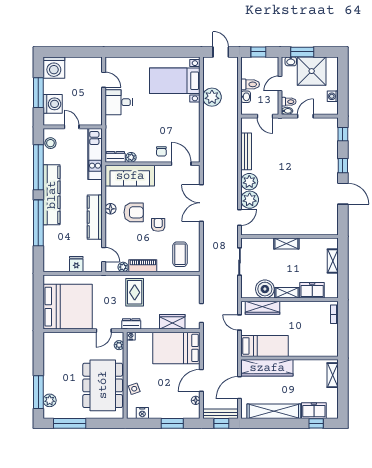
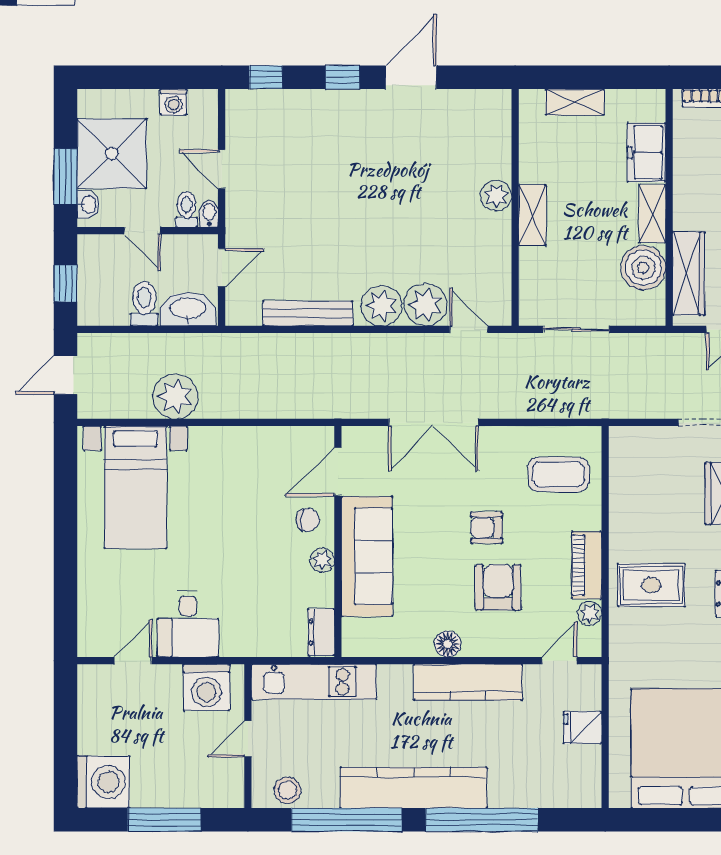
washbasin: (246, 97) -> (188, 309), width x1.91, depth x1.45
washing machine: (53, 104) -> (206, 687), moved, turned 180
plant: (131, 157) -> (322, 560), moved
sofa: (130, 176) -> (367, 556), moved
armchair: (134, 212) -> (498, 587), moved
plant: (294, 229) -> (496, 196), added

